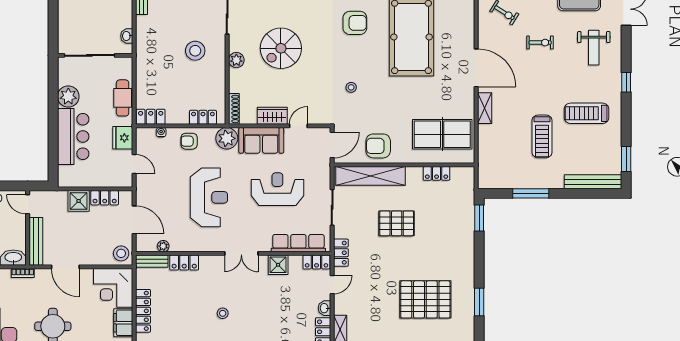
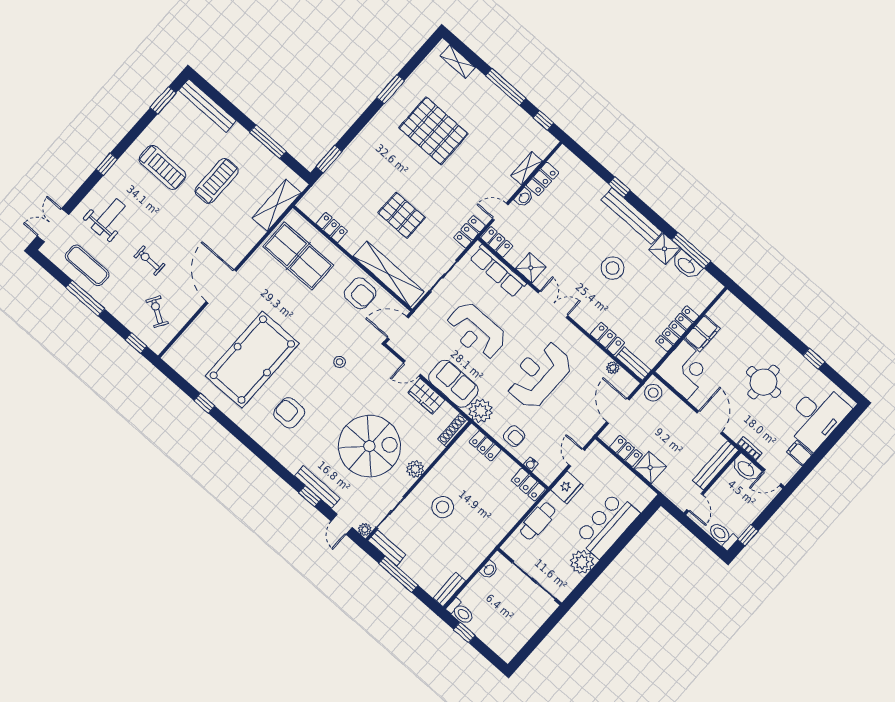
spiral stairs: (281, 48) -> (369, 446), width x1.37, depth x1.37
shelving: (485, 108) -> (277, 205), moved, width x1.50, depth x1.33
stool: (223, 313) -> (613, 268), width x1.89, depth x1.89

